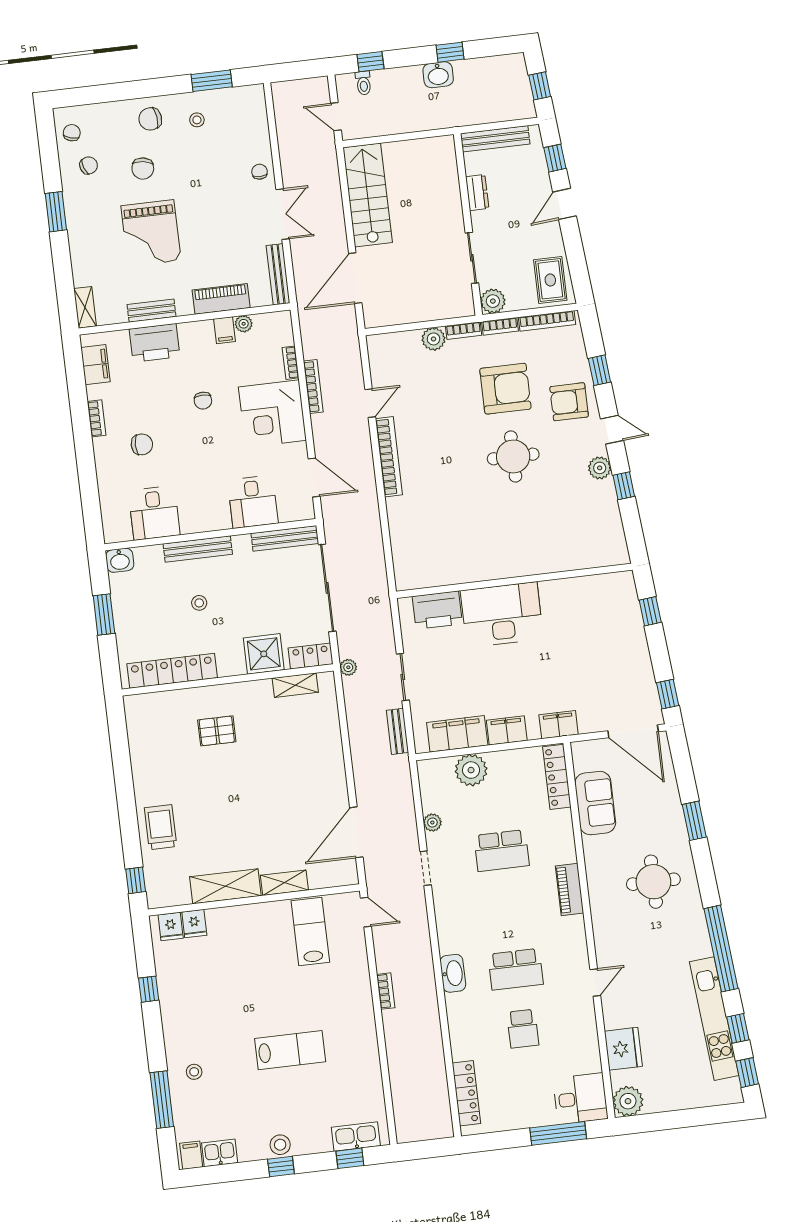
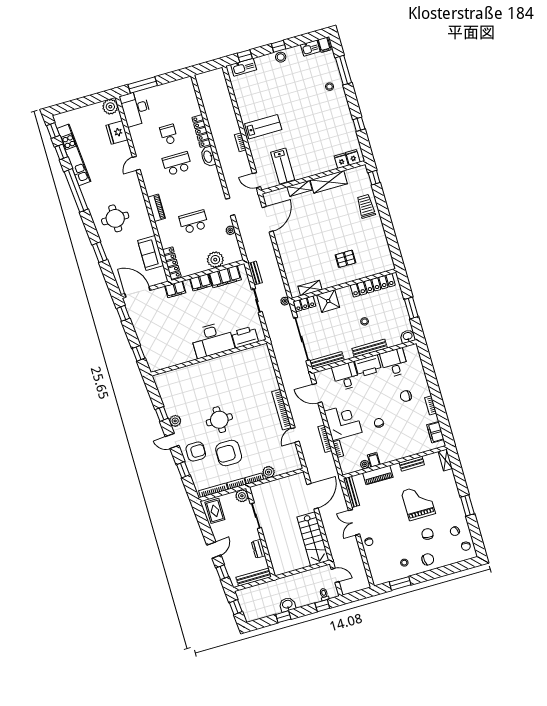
printer: (155, 343) -> (368, 366), moved, turned 180
trolley: (161, 827) -> (366, 206), turned 180
lab bench: (290, 1050) -> (263, 127), moved, turned 180
locker: (466, 1093) -> (201, 131), moved
desk: (580, 1099) -> (136, 108), width x1.37

